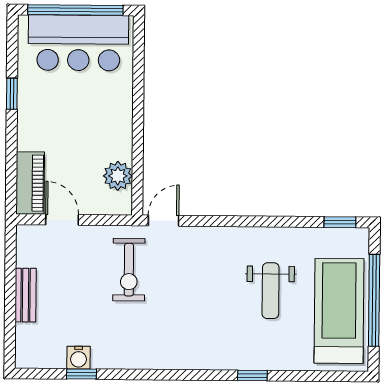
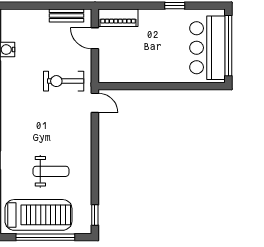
plant: (118, 176) -> (123, 74), removed
door: (62, 220) -> (95, 38), swing flipped
weight bench: (271, 291) -> (51, 171), turned 180
bench: (26, 295) -> (66, 15), moved

